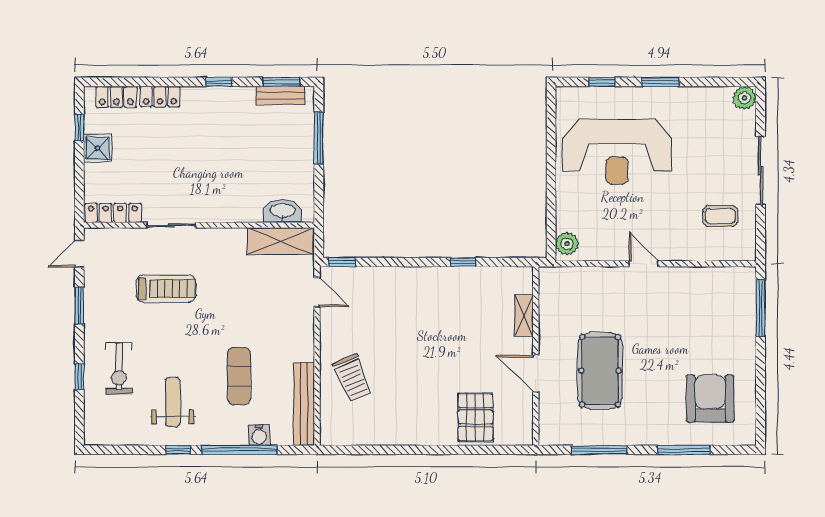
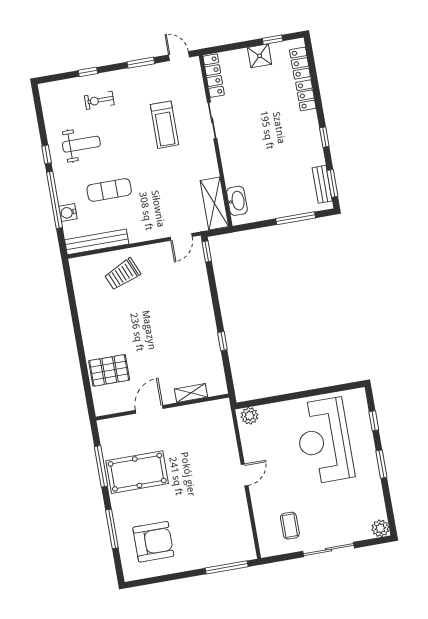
exercise bike: (119, 368) -> (99, 100), width x0.73, depth x0.72
pool table: (600, 371) -> (137, 472), moved

